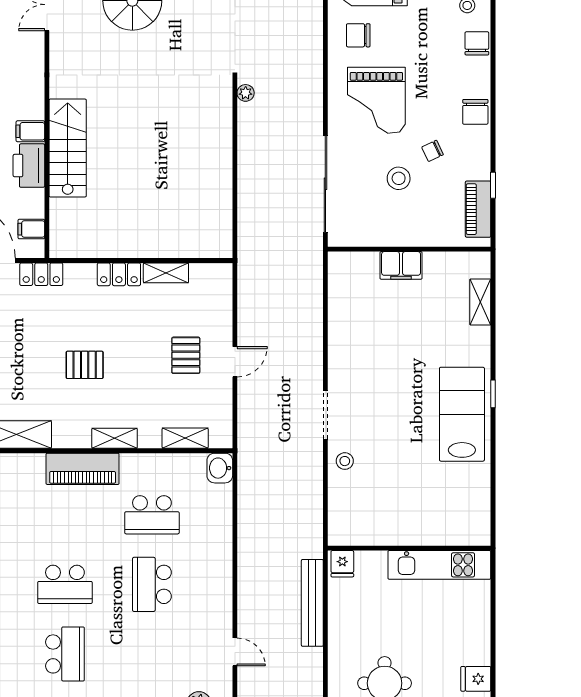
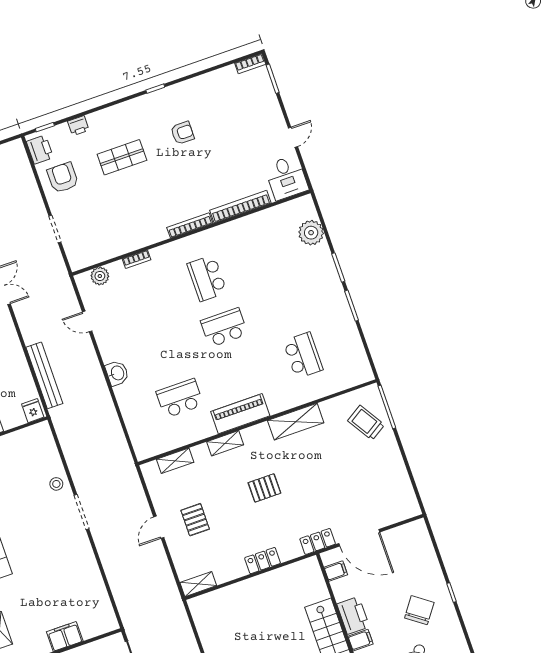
shelving: (166, 273) -> (198, 584), moved
washbasin: (220, 468) -> (117, 373), moved
school desk: (152, 584) -> (163, 349), removed

